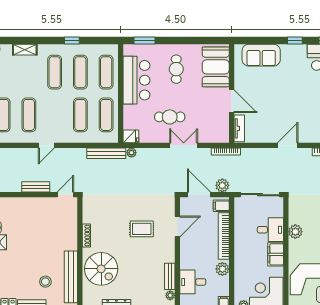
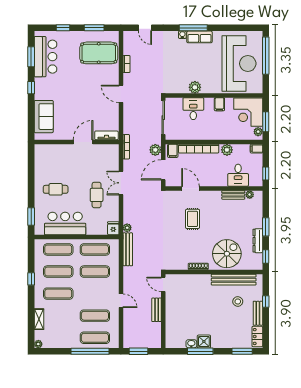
booth: (216, 67) -> (54, 156), removed
filing cabinet: (276, 254) -> (219, 104), width x0.50

